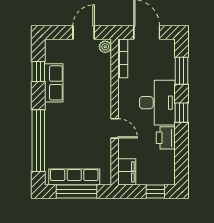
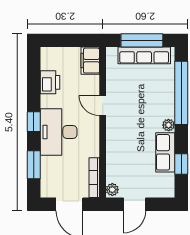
plant: (51, 109) -> (169, 125), added
printer: (166, 138) -> (50, 82), moved
window: (155, 192) -> (61, 40), removed

